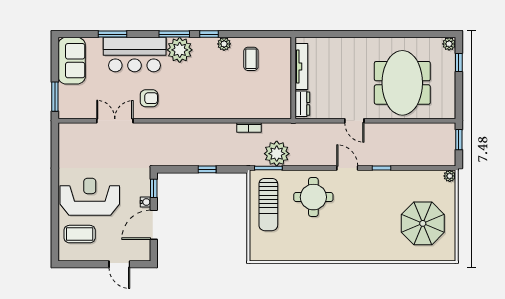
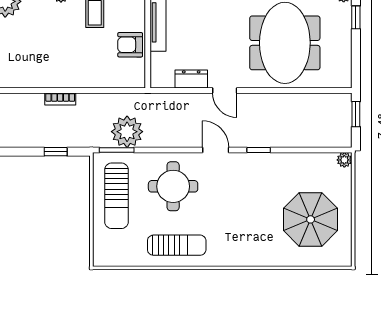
armchair: (279, 84) -> (130, 45), added
dresser: (302, 104) -> (191, 79), moved, turned -90
bookcase: (249, 127) -> (60, 99), moved
window: (207, 169) -> (56, 152), moved
sun lounger: (316, 244) -> (177, 245), added

